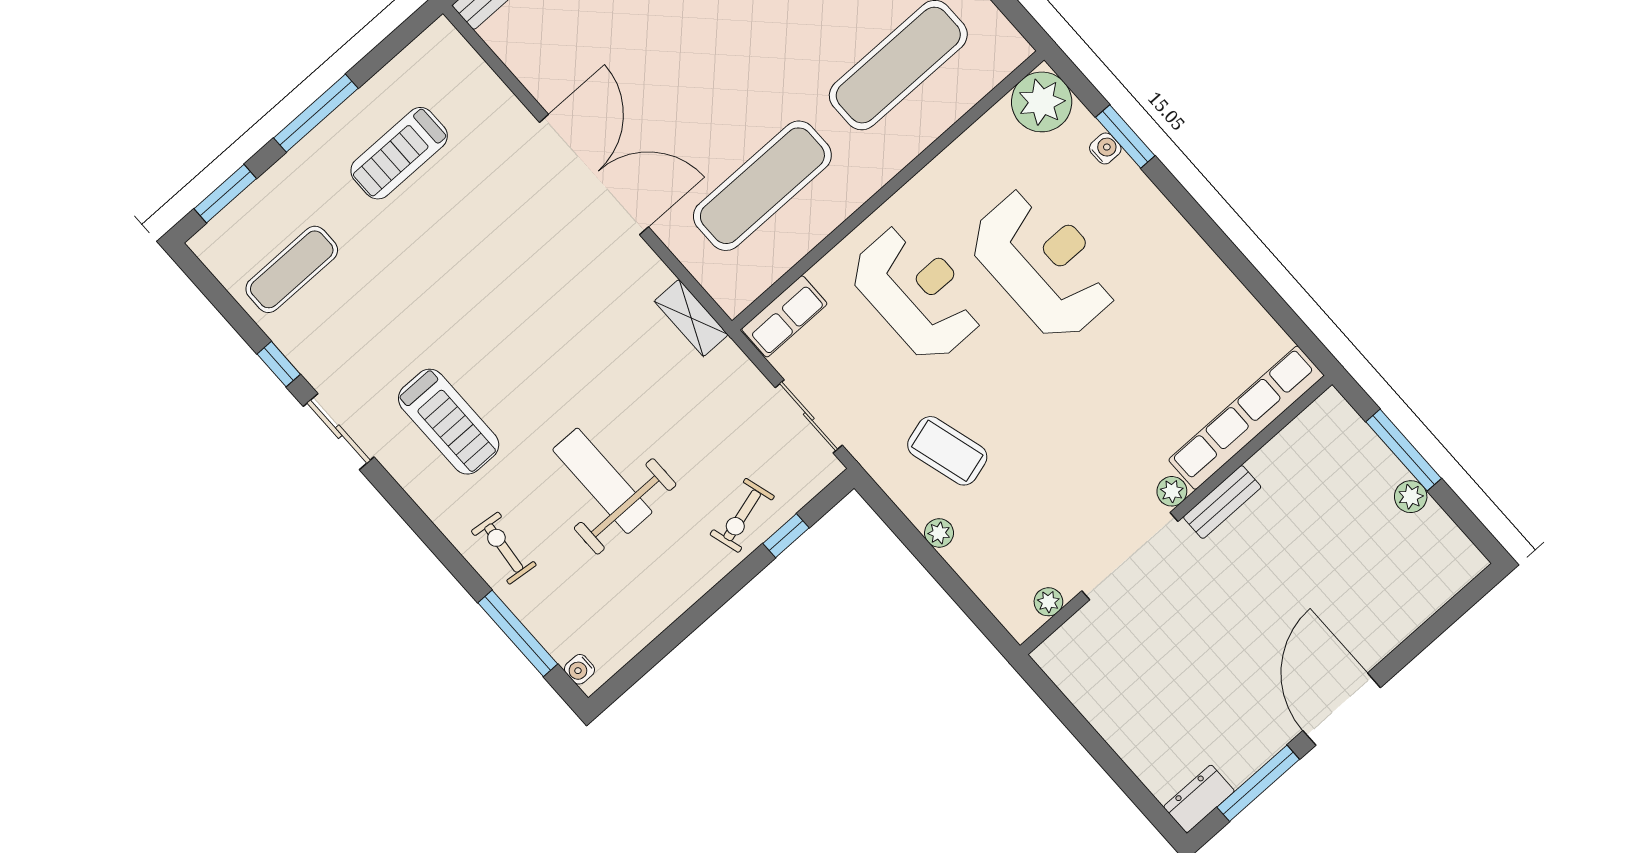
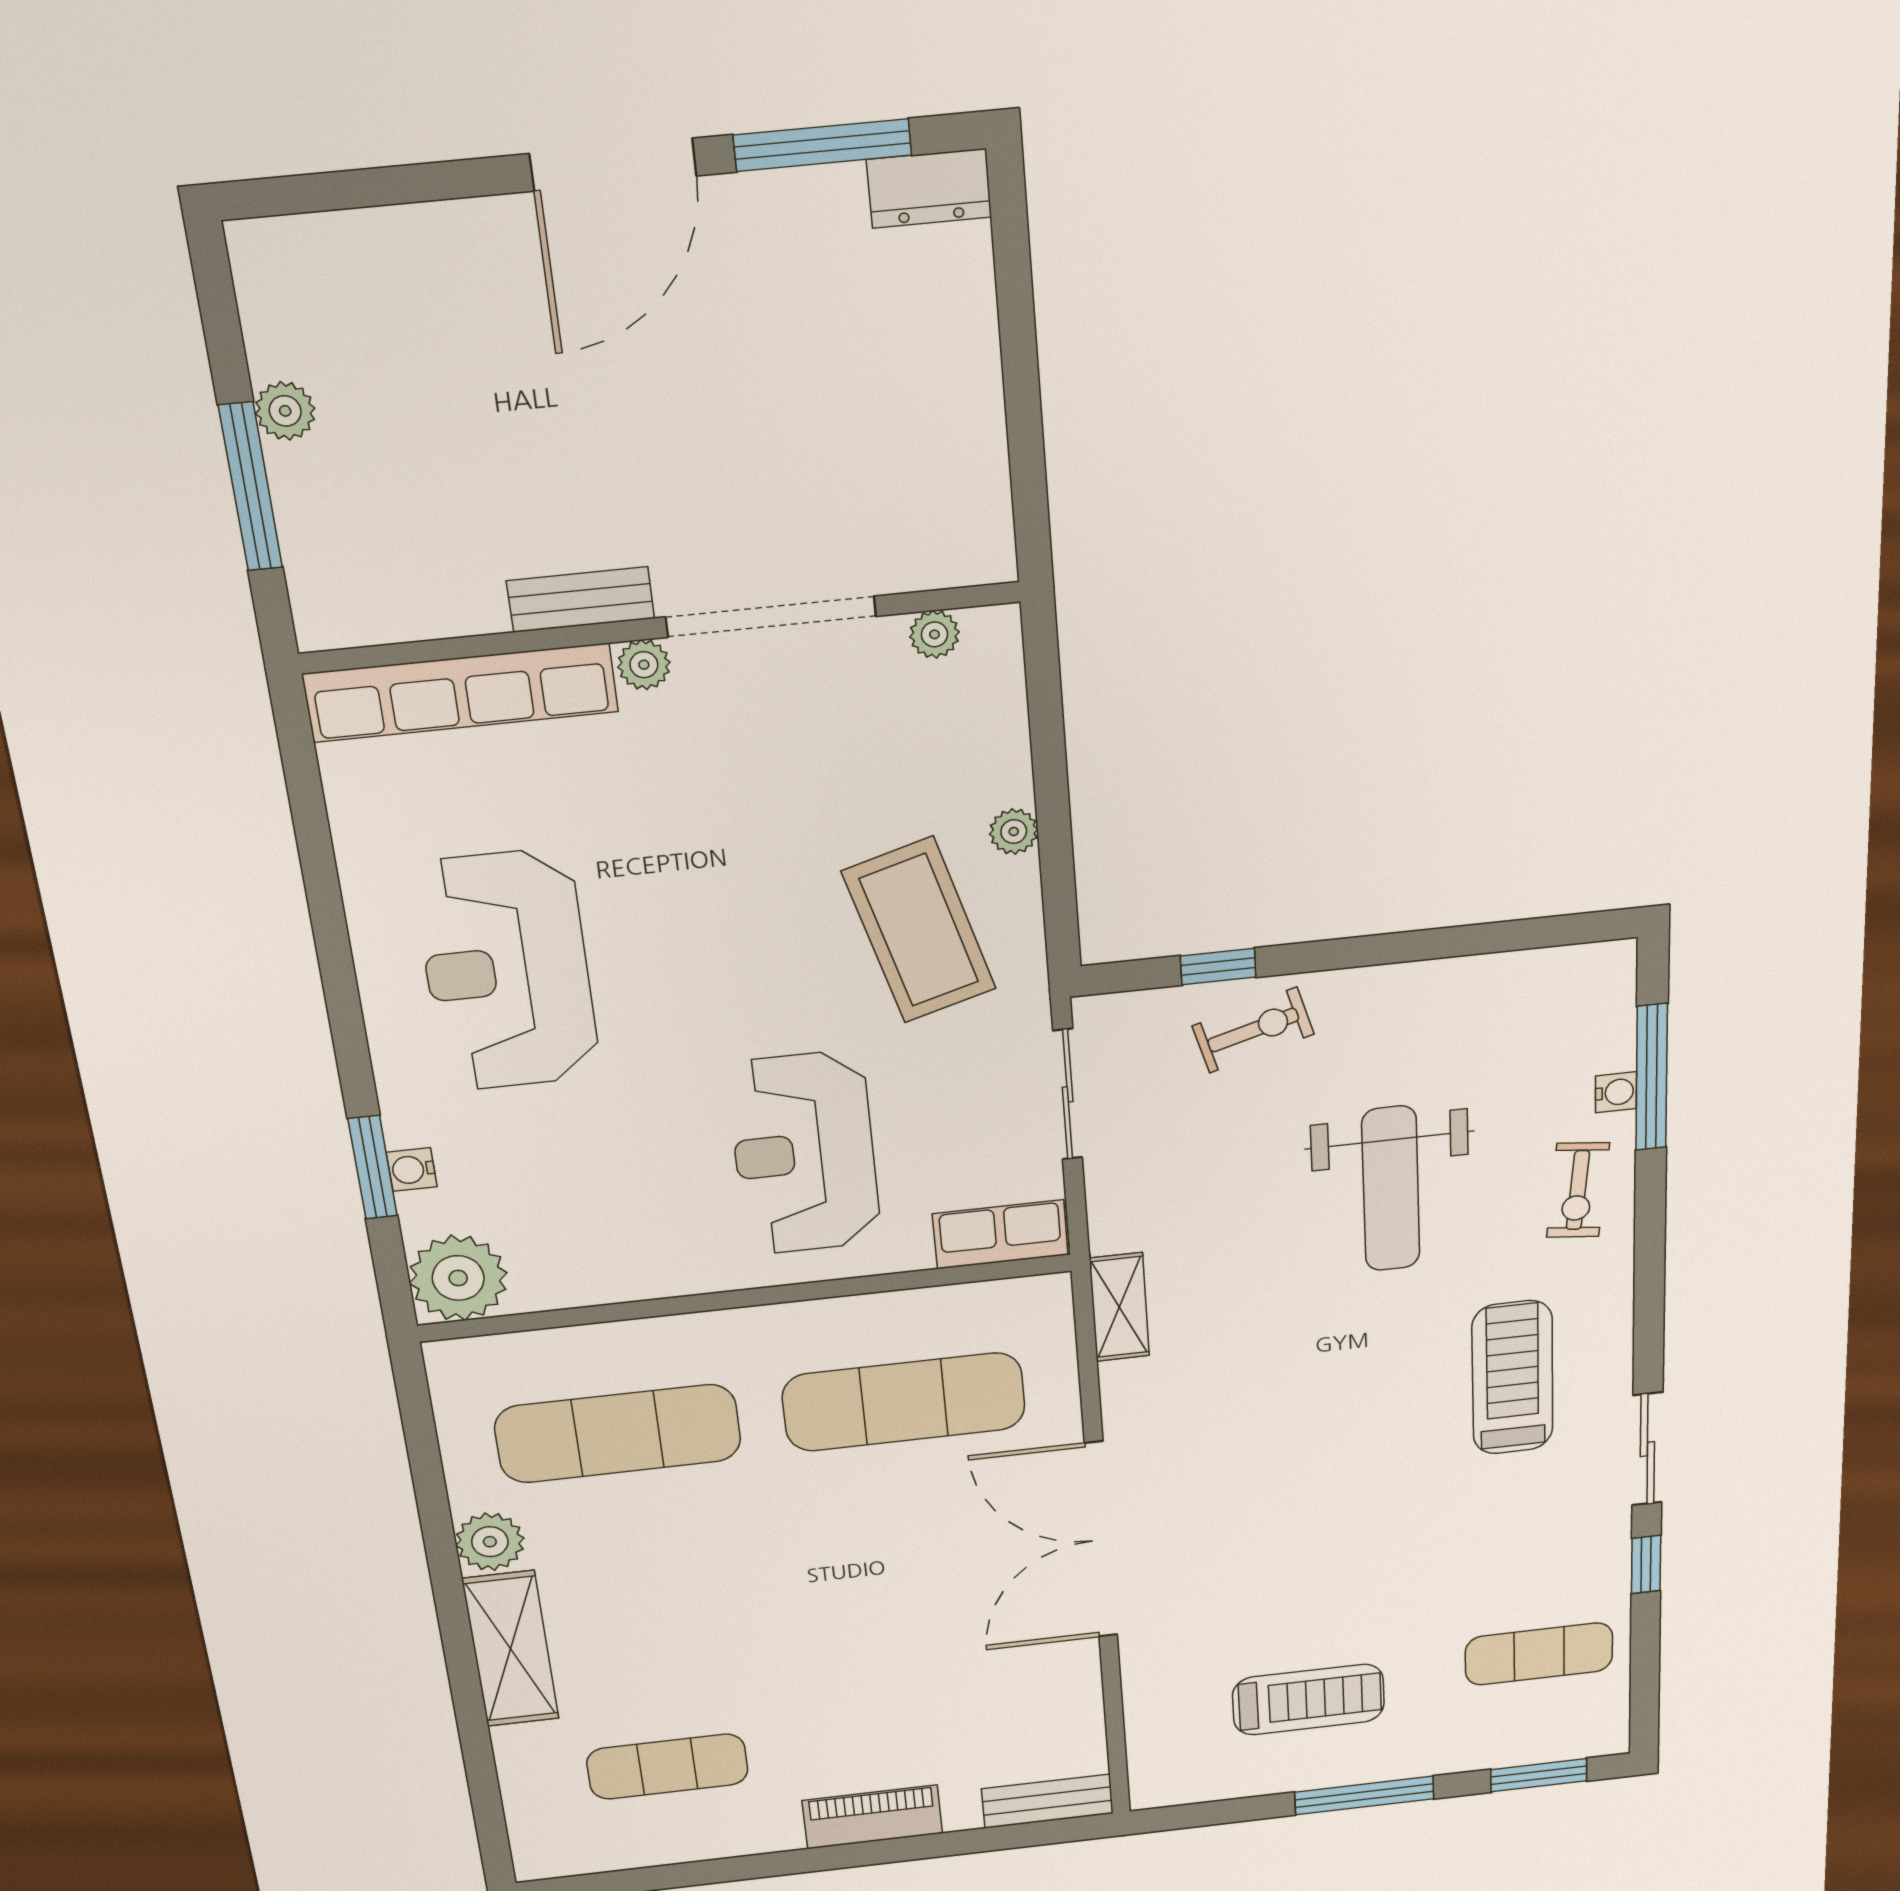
reception desk: (1044, 264) -> (507, 971), moved
coffee table: (947, 451) -> (919, 930), width x1.36, depth x1.32
water cooler: (579, 669) -> (1616, 1092), moved

